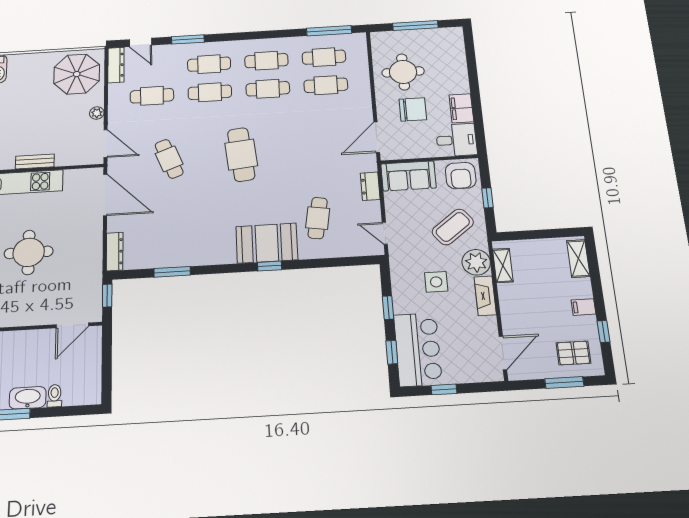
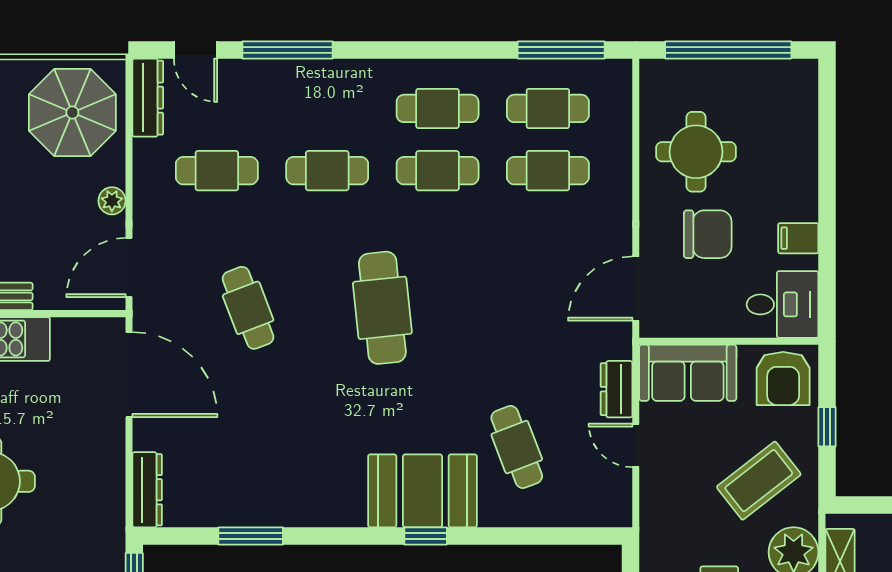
window: (415, 26) -> (728, 50), width x1.46
window: (188, 39) -> (287, 50), width x1.44
cafe table: (209, 64) -> (327, 108), removed
filing cabinet: (461, 108) -> (798, 238), width x0.50
door: (106, 144) -> (129, 268), swing flipped
cafe table: (318, 218) -> (517, 447), turned -30
door: (385, 233) -> (636, 445), moved

